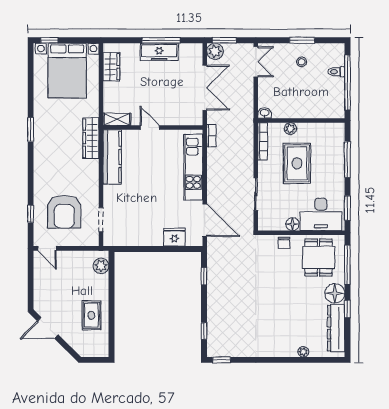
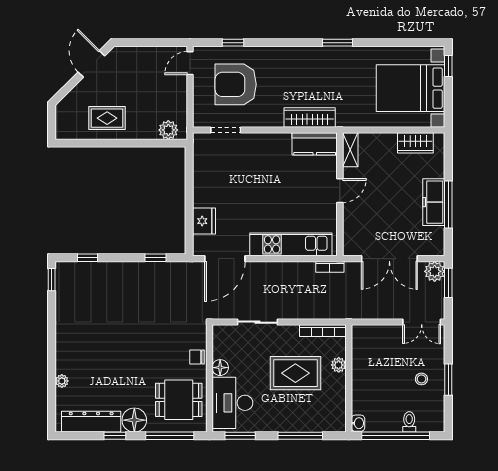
washbasin: (265, 113) -> (358, 423), moved
wardrobe: (91, 138) -> (310, 117), moved
kitchen counter: (112, 157) -> (315, 144), width x0.67

